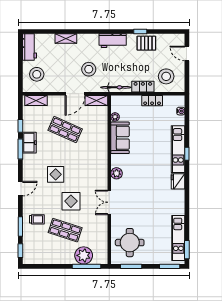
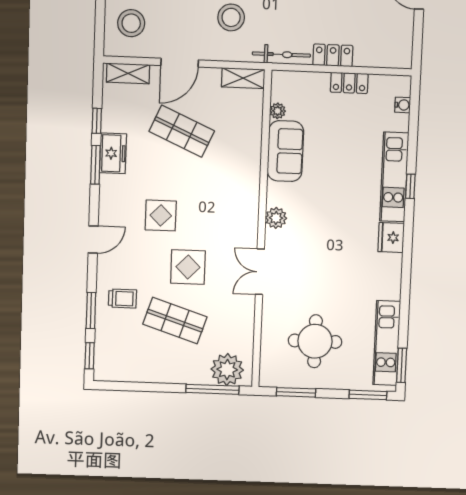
stool: (166, 76) -> (378, 38), removed
door: (75, 94) -> (180, 63), moved
round table: (130, 243) -> (315, 341), moved
plant: (84, 255) -> (227, 370), moved

